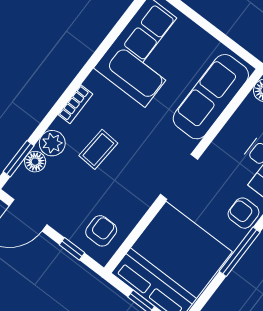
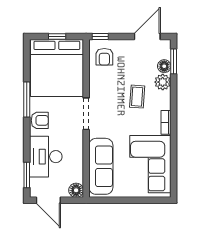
bookcase: (75, 104) -> (166, 122), moved
window: (72, 249) -> (100, 37), moved

